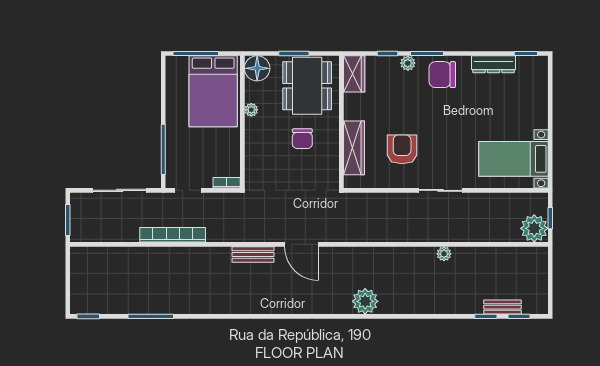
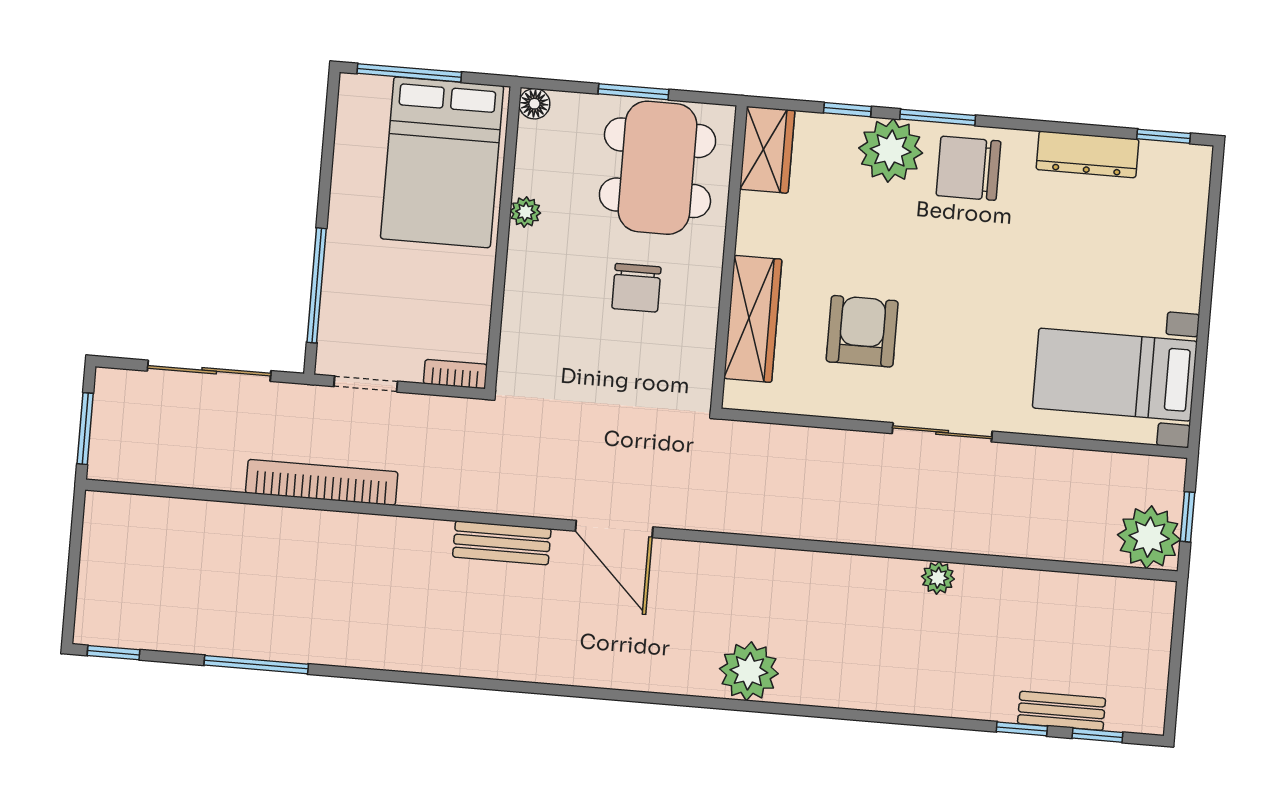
plant: (408, 63) -> (891, 150), width x1.87, depth x1.87
floor lamp: (257, 68) -> (534, 104), width x0.53, depth x0.53

